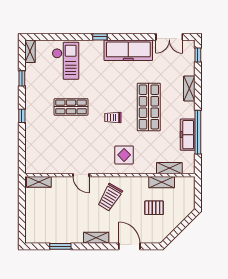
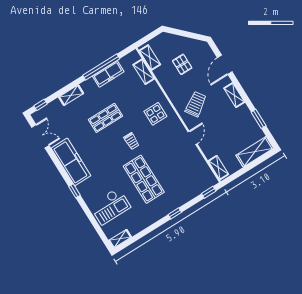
checkout: (65, 61) -> (110, 206), turned 180
window: (22, 78) -> (209, 192), moved
shop shelf: (71, 107) -> (144, 179), width x1.43, depth x1.36
shop shelf: (149, 107) -> (105, 118), width x0.70, depth x0.74
shelving: (162, 182) -> (150, 57), moved
trolley: (110, 197) -> (196, 104), turned -65
shelving: (33, 224) -> (255, 152), added

